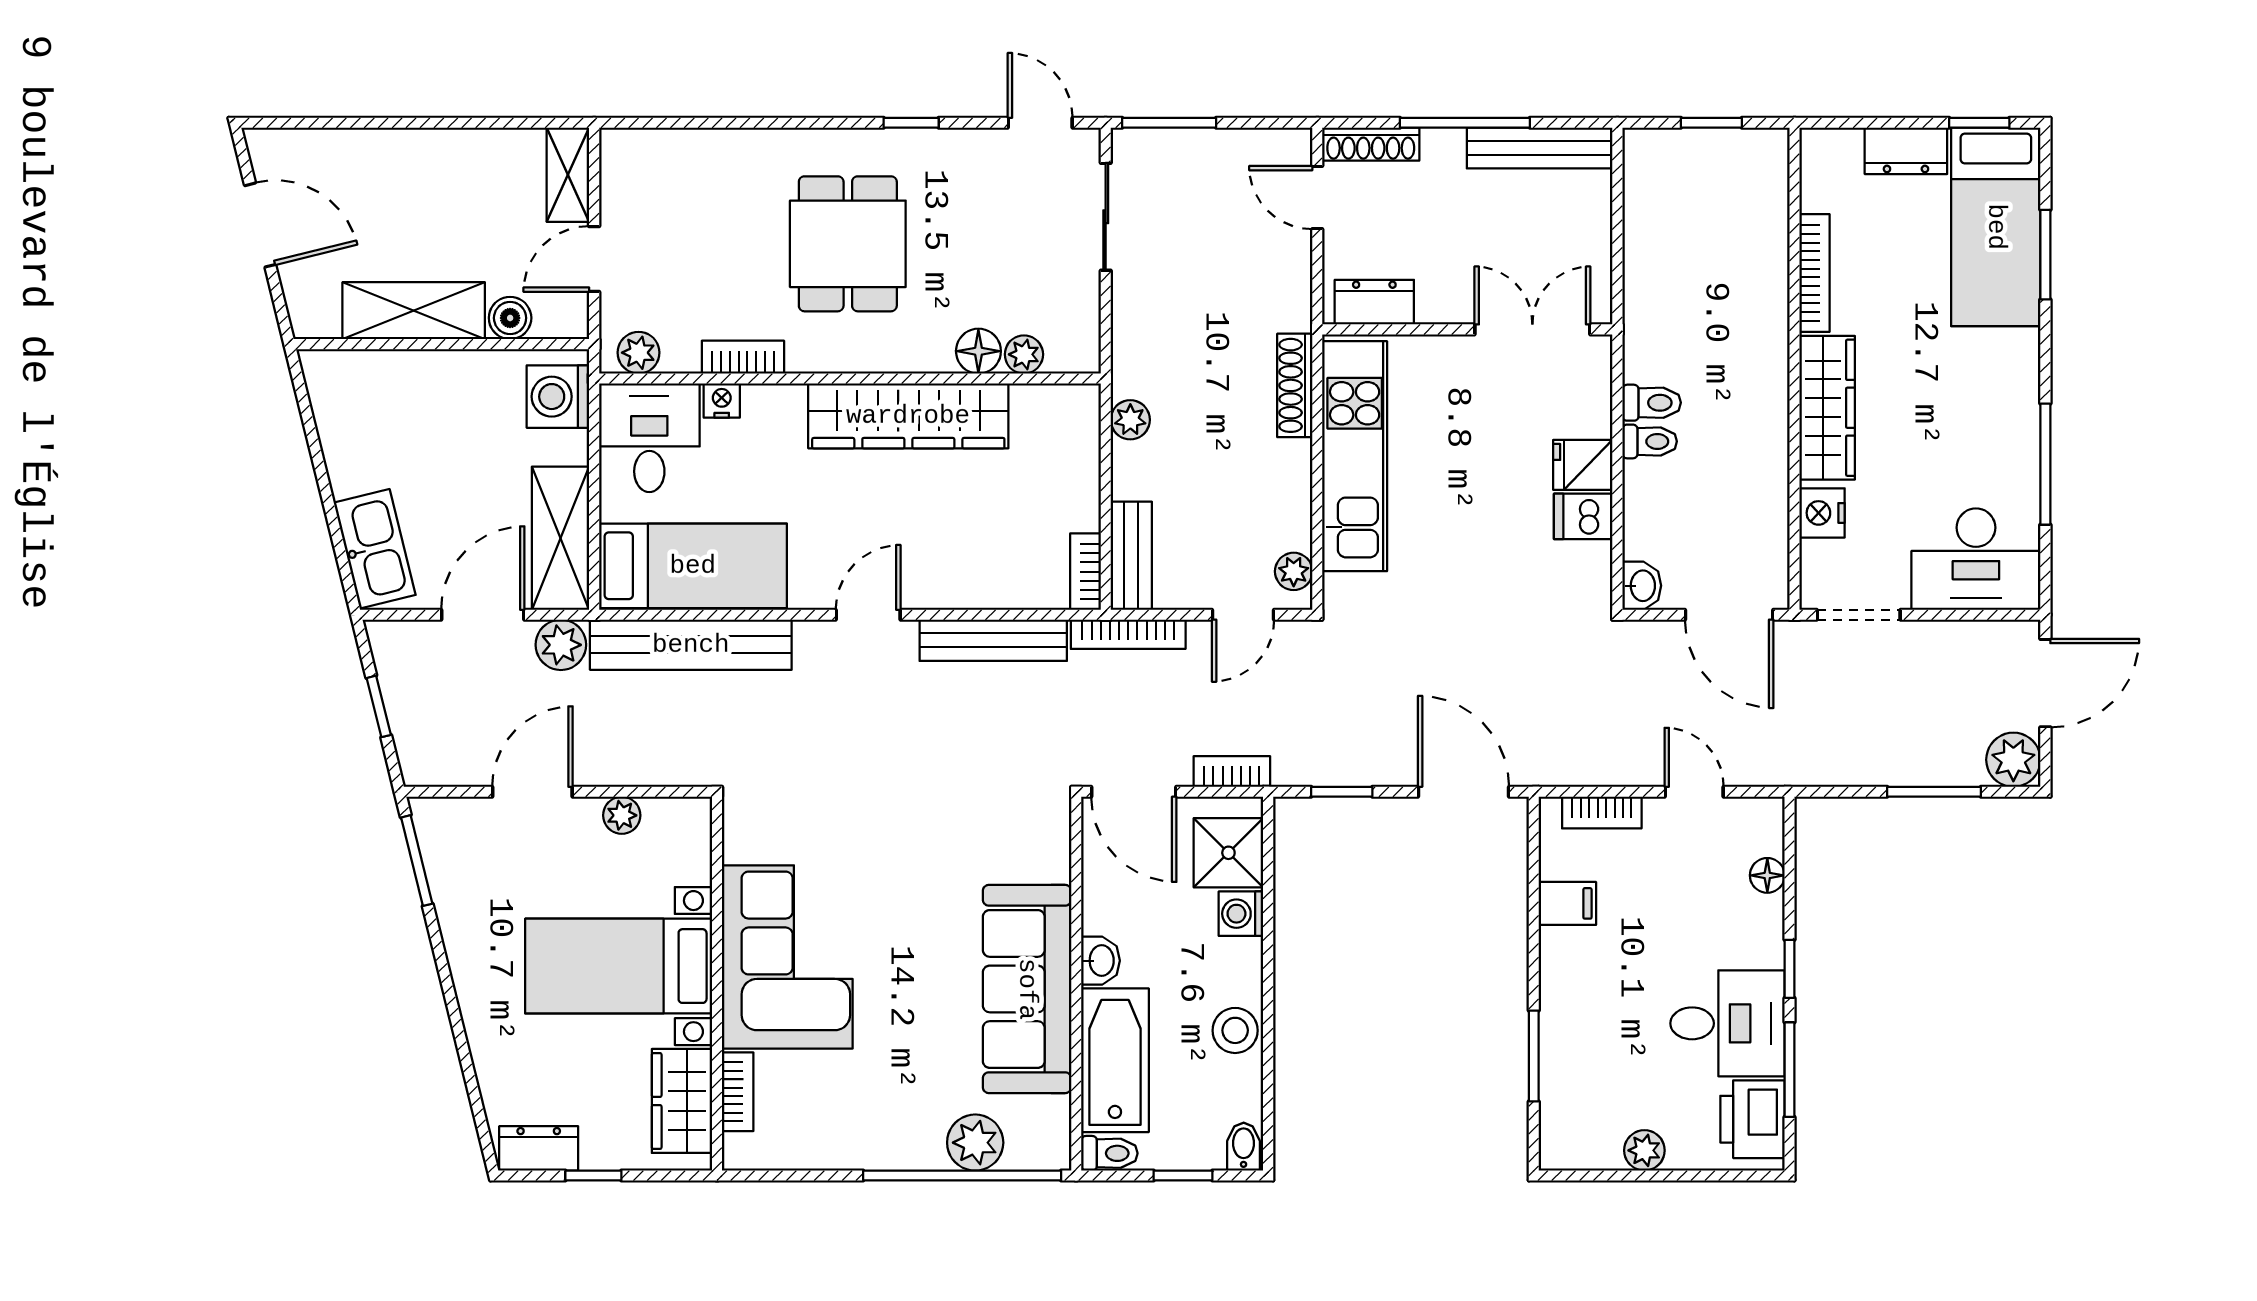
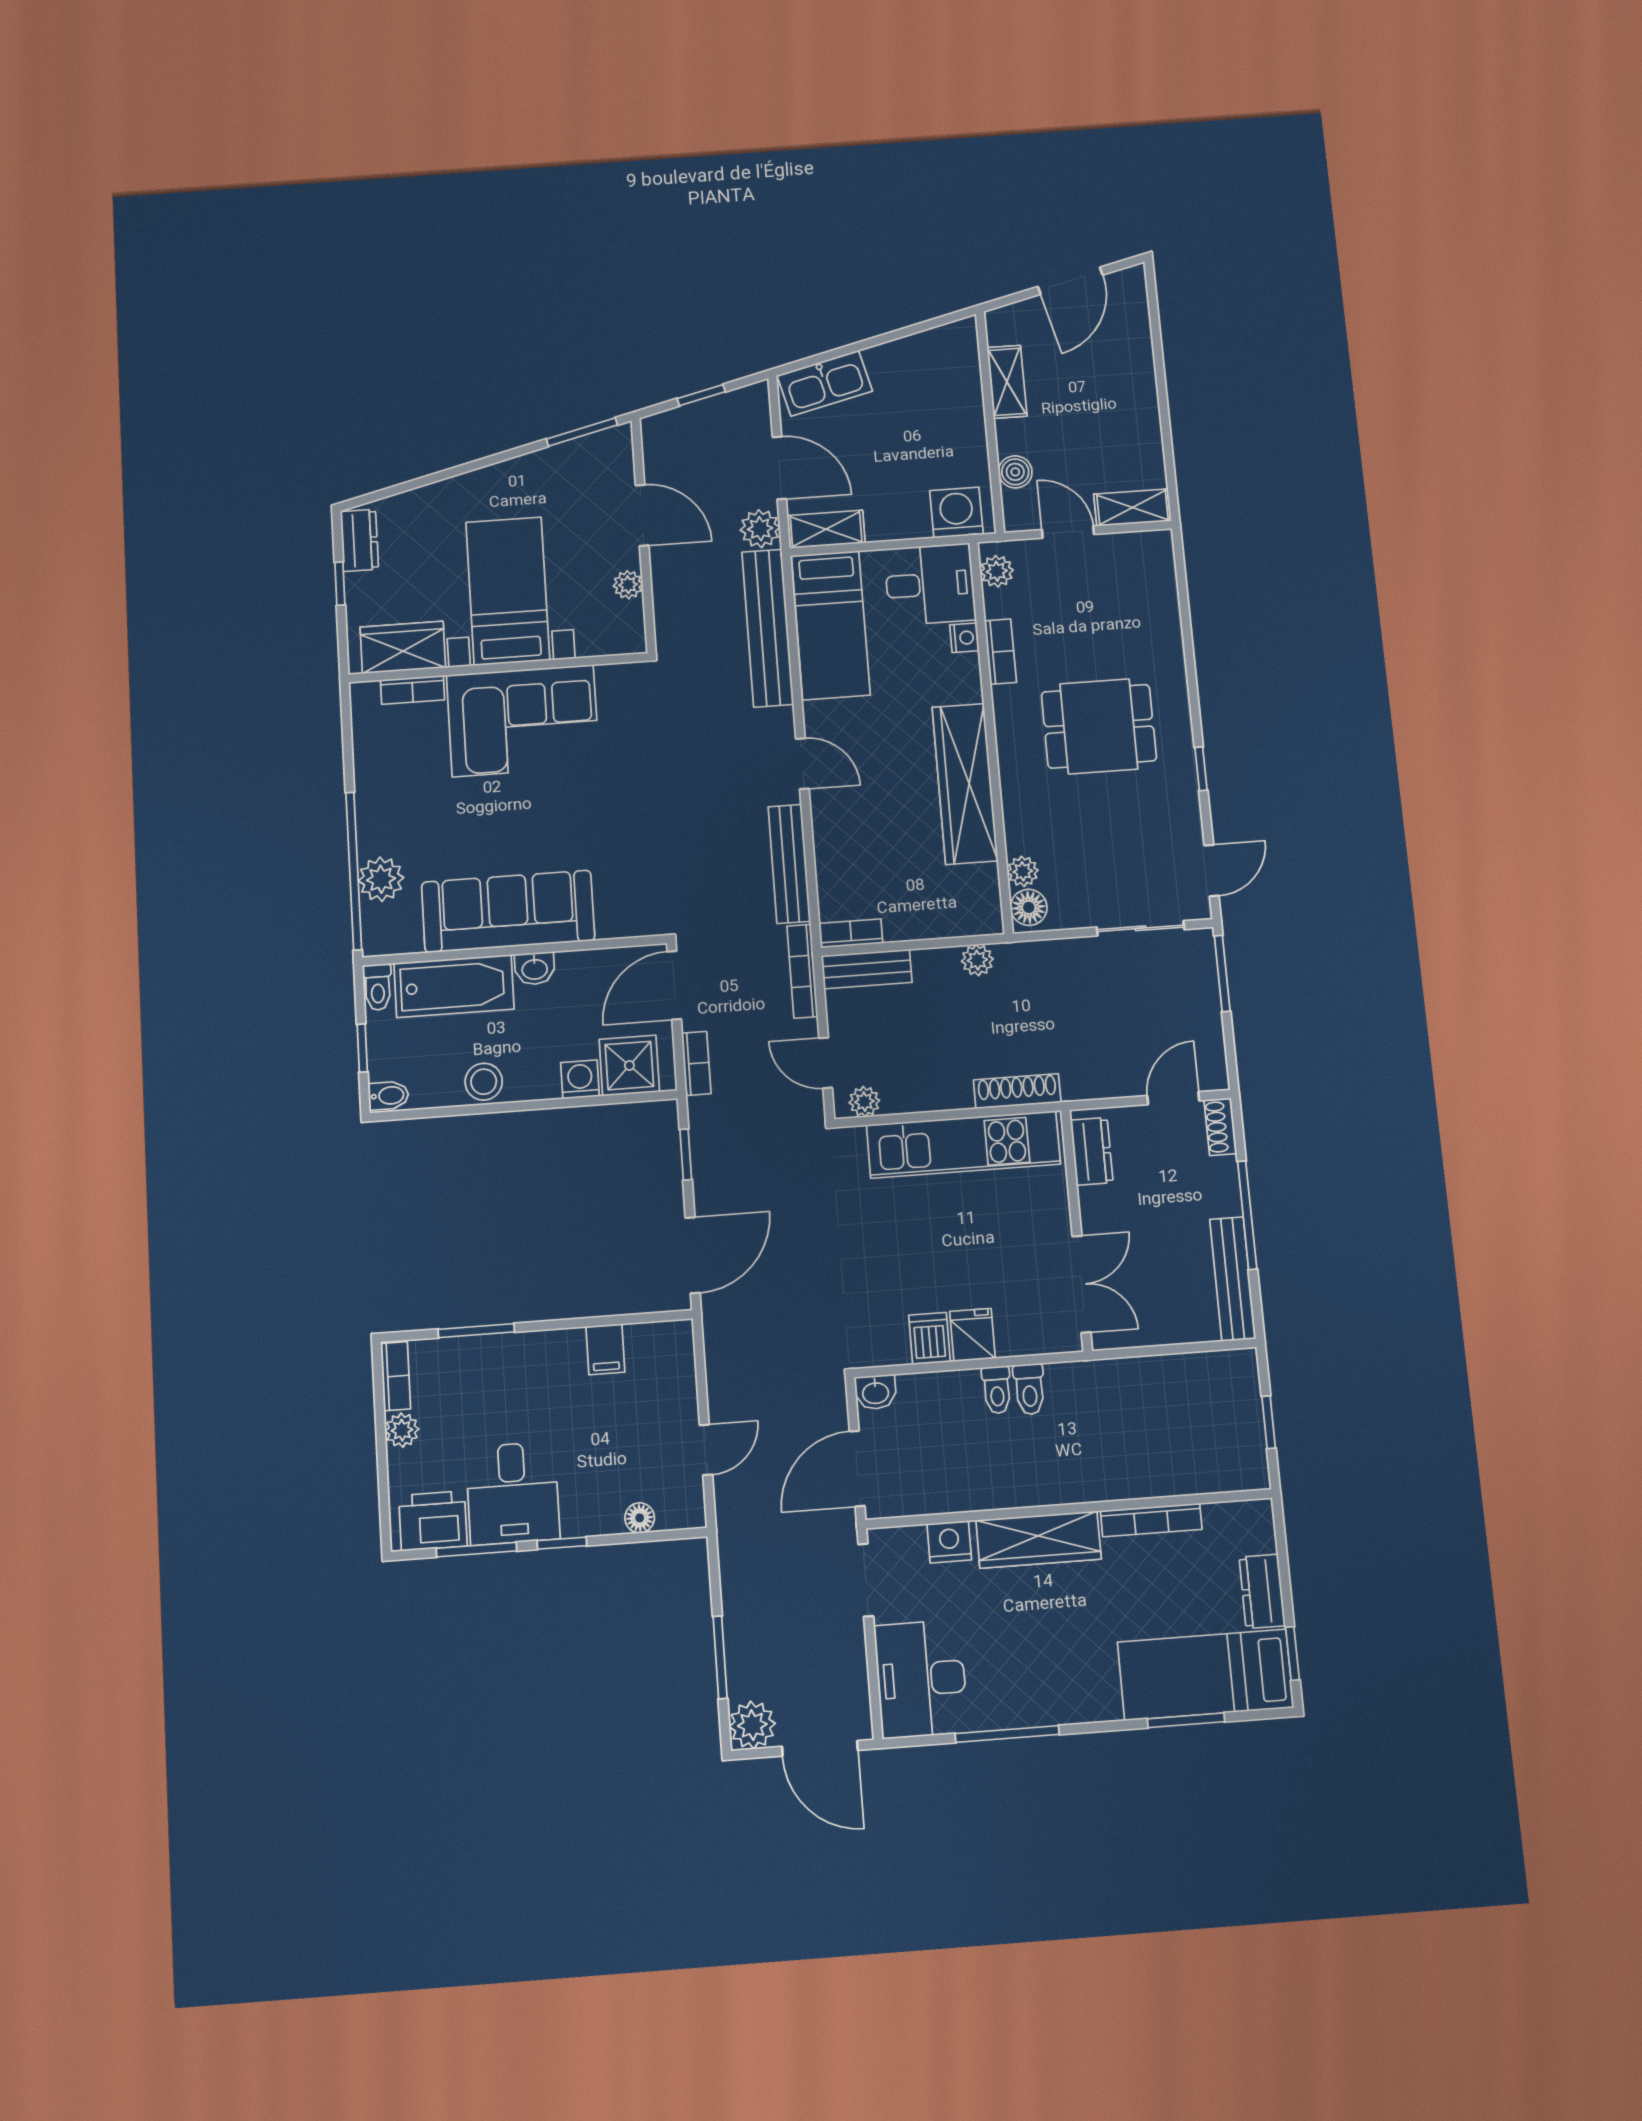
shoe rack: (1371, 144) -> (1220, 1127), width x0.70
shelving: (414, 311) -> (1007, 382), width x0.67, depth x0.75
floor lamp: (978, 351) -> (1029, 907), moved
shelving: (561, 538) -> (826, 529), width x0.67, depth x0.75
bookcase: (1602, 813) -> (396, 1376), moved, turned 180

